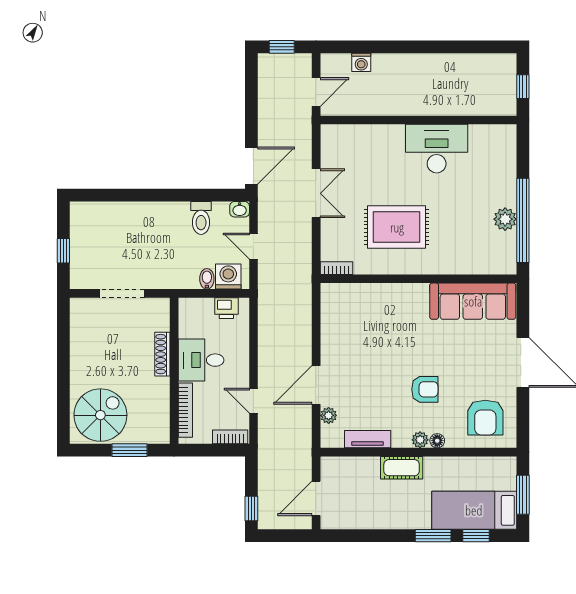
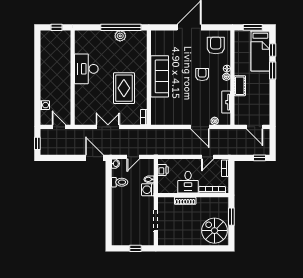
washing machine: (228, 276) -> (148, 190), moved
sofa: (473, 301) -> (160, 76), moved
armchair: (485, 418) -> (216, 45), turned -90

